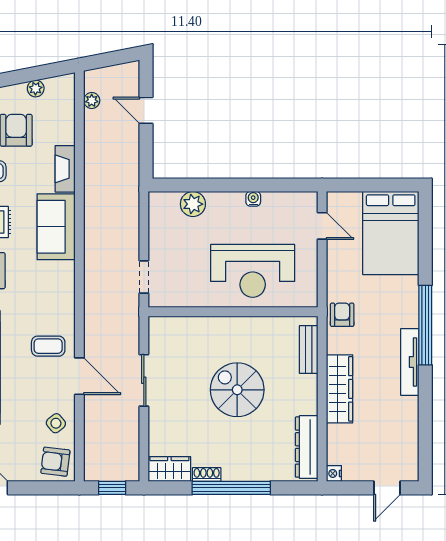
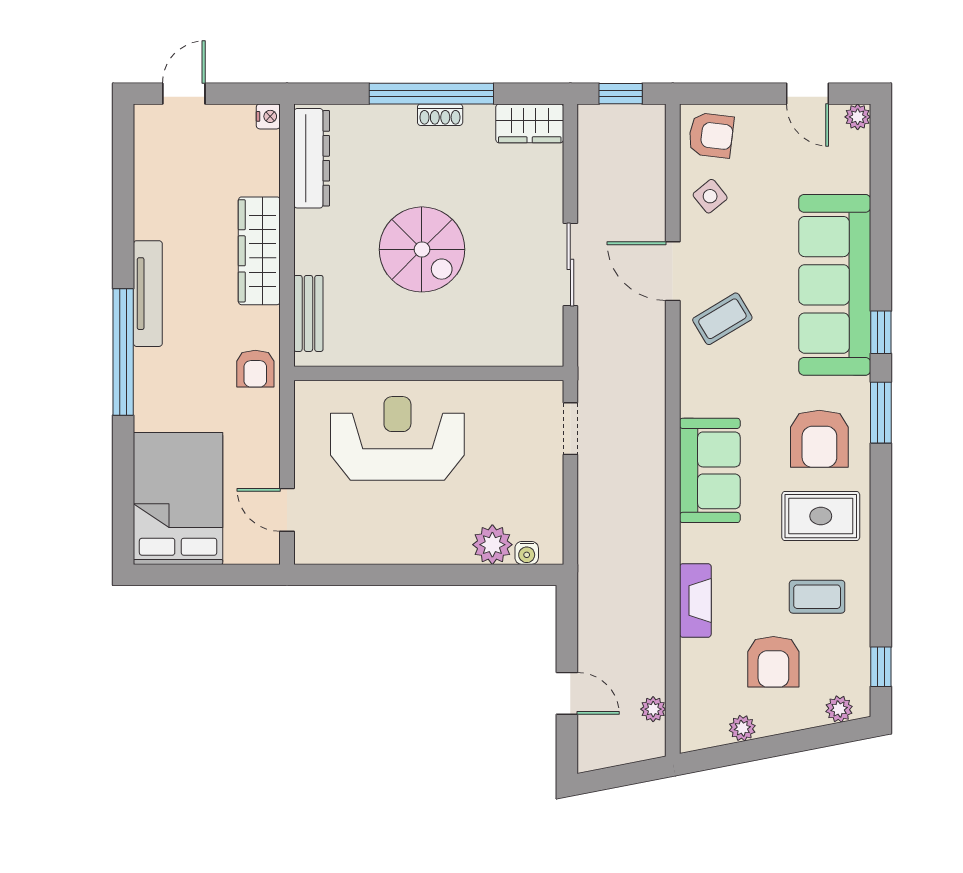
water cooler: (253, 199) -> (527, 553), moved
sofa: (56, 227) -> (710, 470), moved
coffee table: (48, 346) -> (722, 319), turned -31
shoe rack: (207, 475) -> (440, 115), moved

